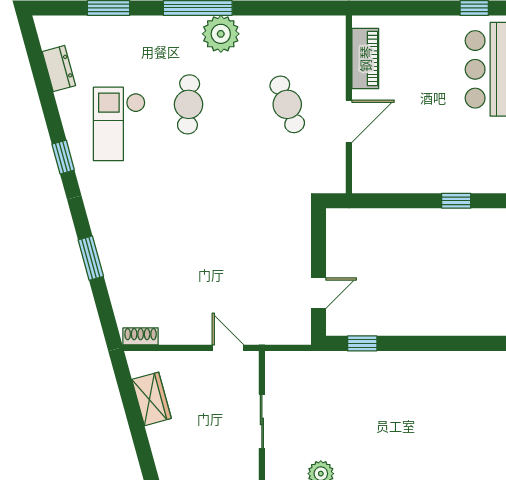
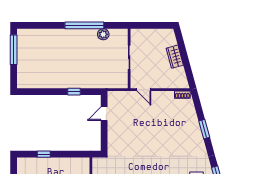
window: (362, 343) -> (74, 92), moved
wardrobe: (151, 399) -> (175, 57), moved

